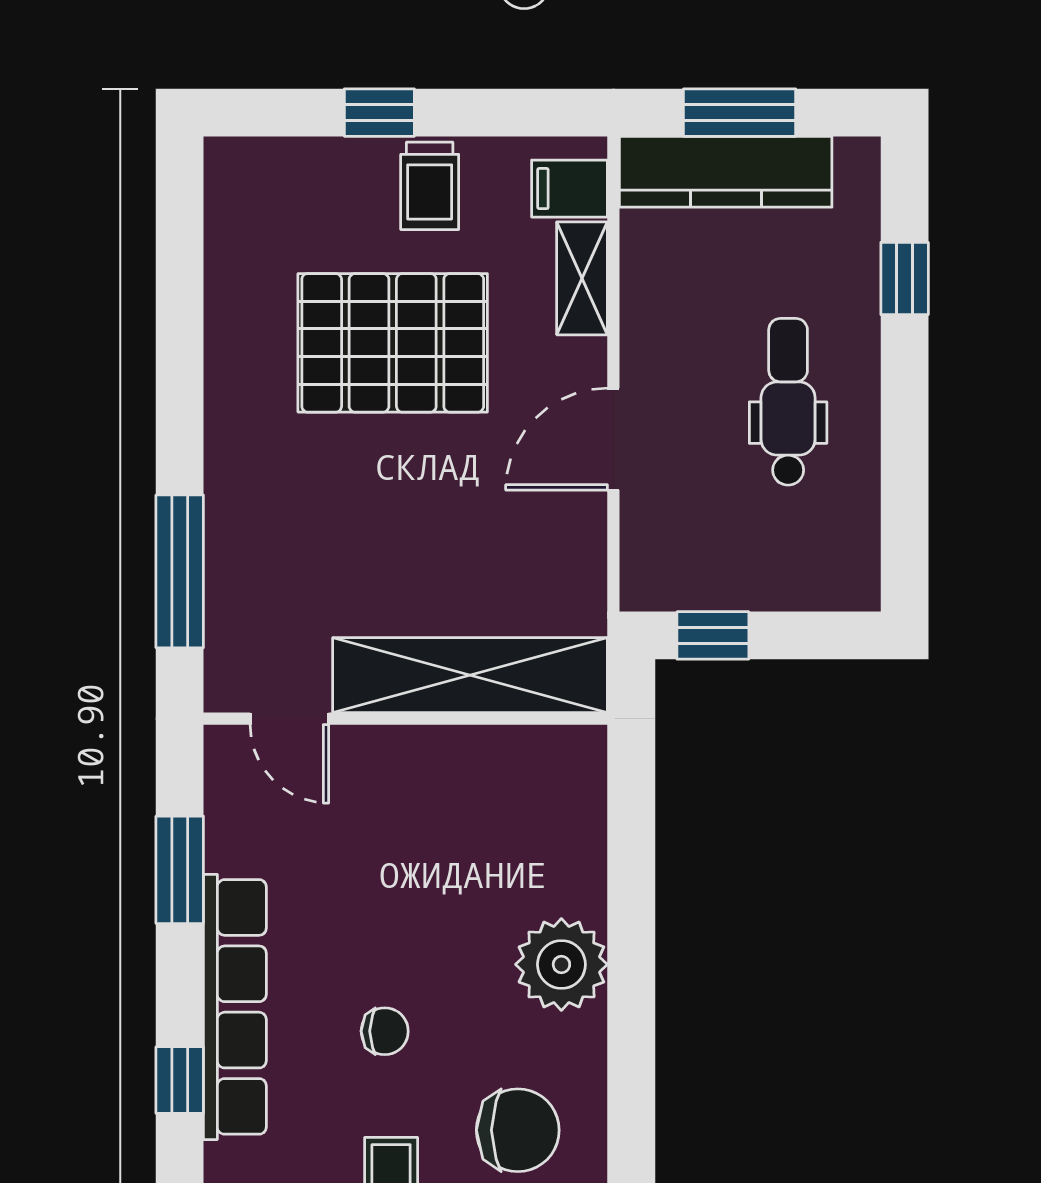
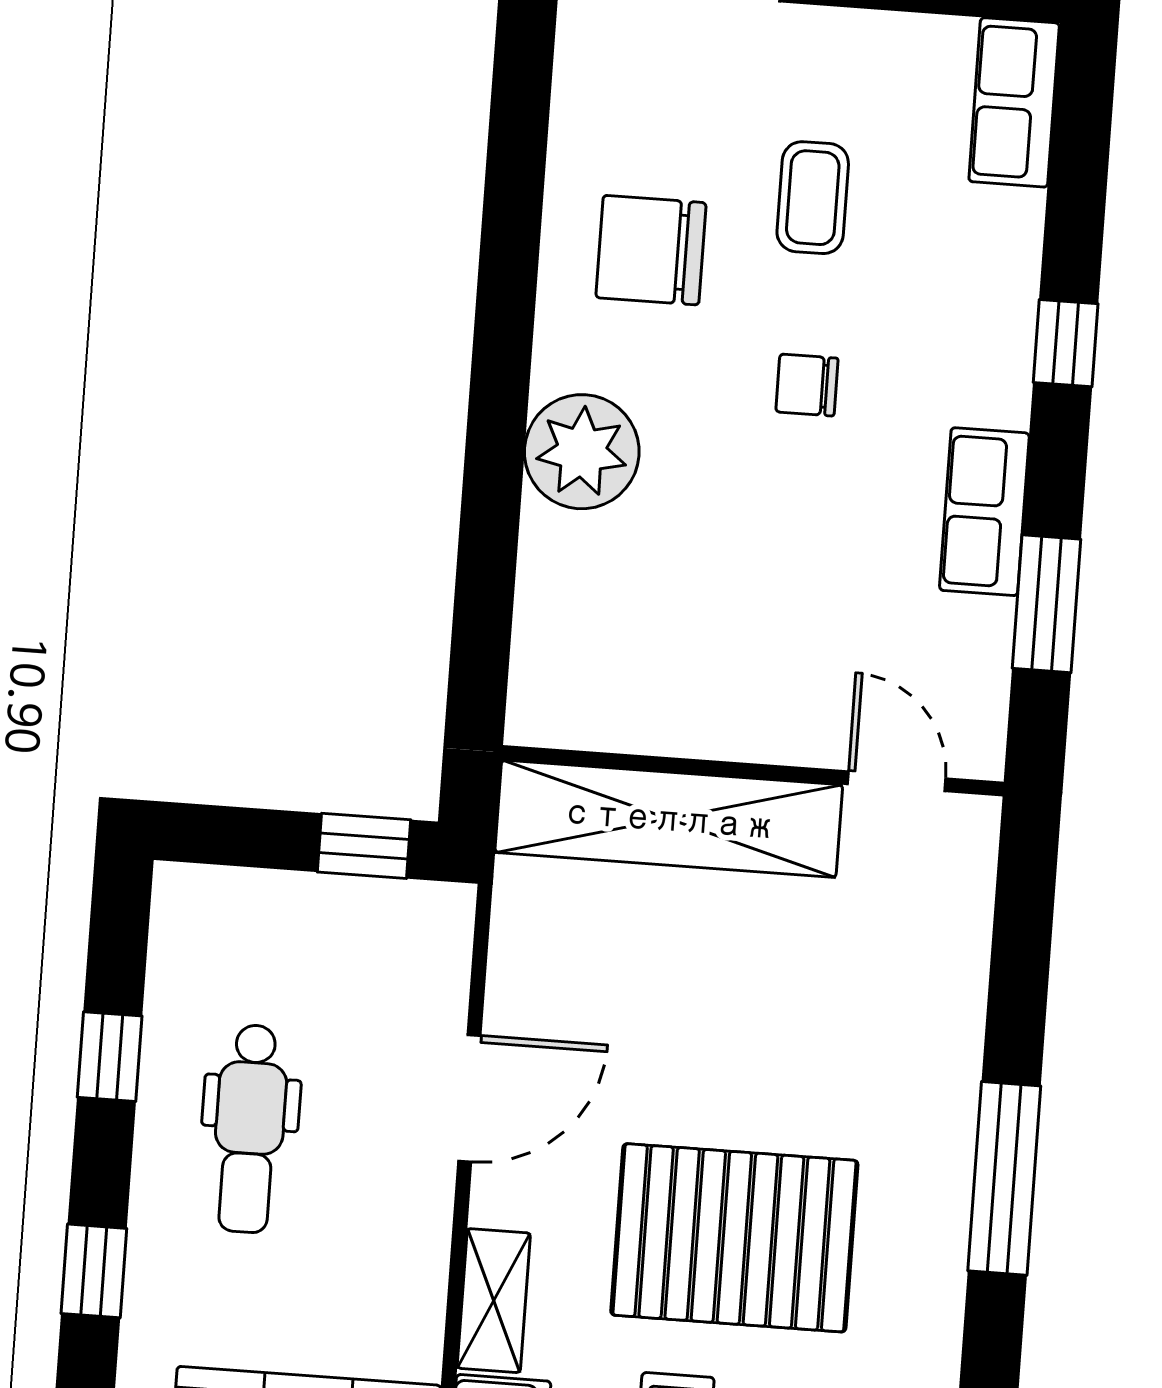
window: (905, 451) -> (110, 1057), added
window: (180, 571) -> (1004, 1178), moved
row of seats: (235, 1007) -> (984, 512), width x0.50

